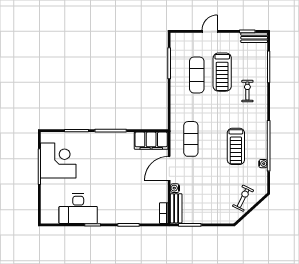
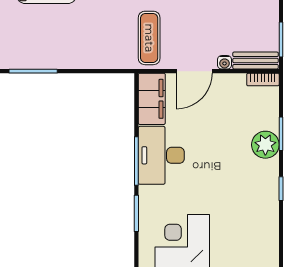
exercise mat: (197, 75) -> (51, 29), removed
exercise mat: (191, 139) -> (149, 38), turned 90
door: (169, 168) -> (194, 71), hinge flipped
desk: (78, 209) -> (161, 155), moved, turned 180
plant: (121, 215) -> (265, 145), added

